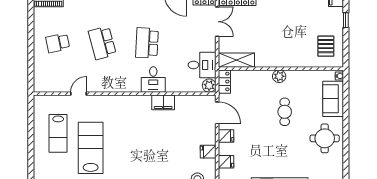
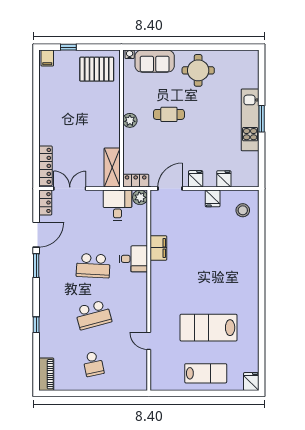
pallet: (326, 46) -> (97, 69), width x1.50, depth x1.42
lab bench: (58, 133) -> (206, 373), moved

